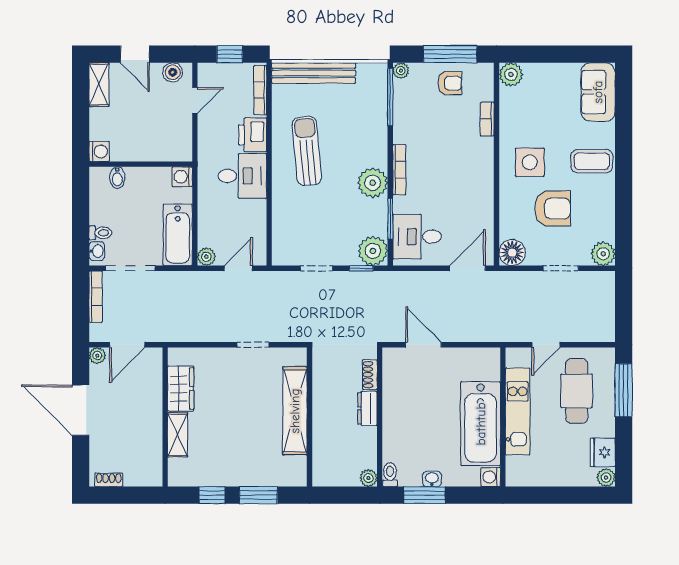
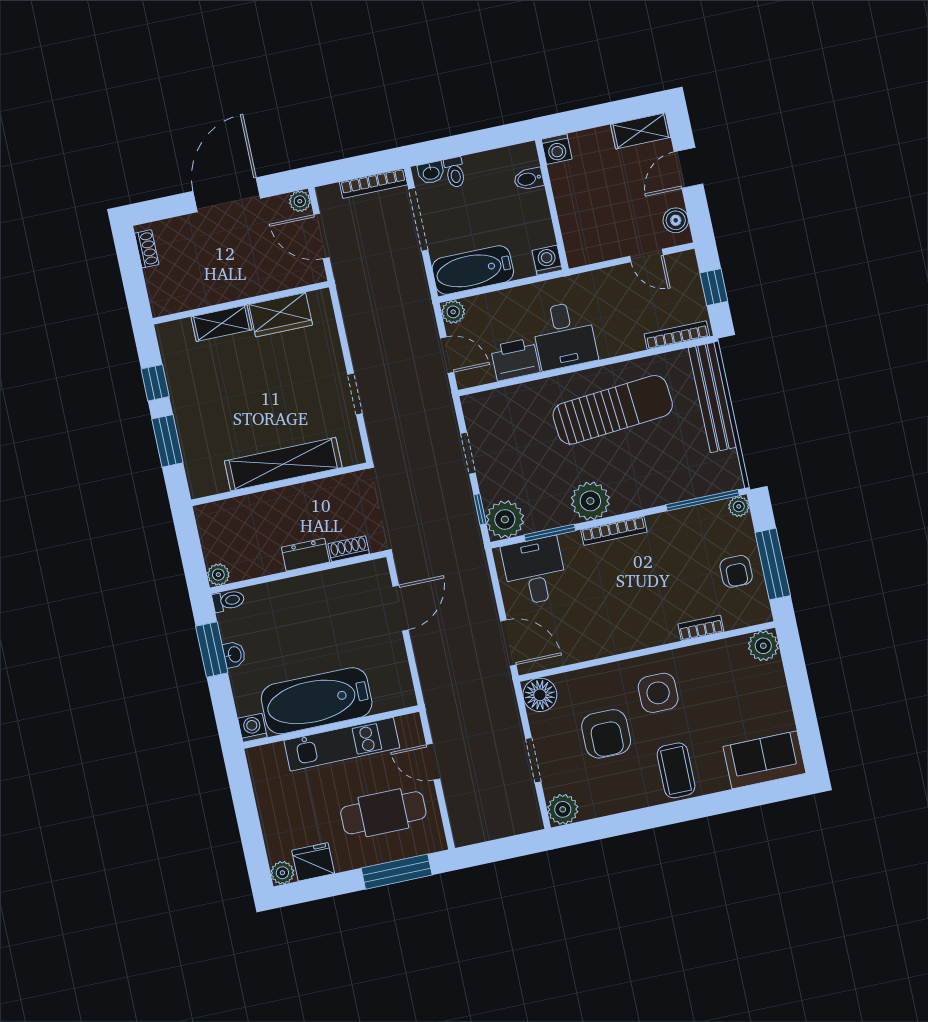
printer: (253, 135) -> (515, 359), moved
sun lounger: (307, 151) -> (613, 410), width x1.36, depth x1.34

